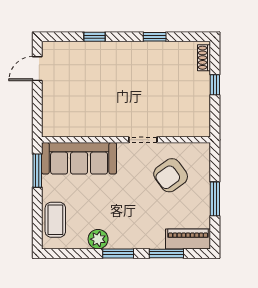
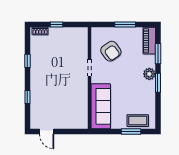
window: (37, 171) -> (131, 131), moved
plant: (98, 239) -> (149, 74), moved

